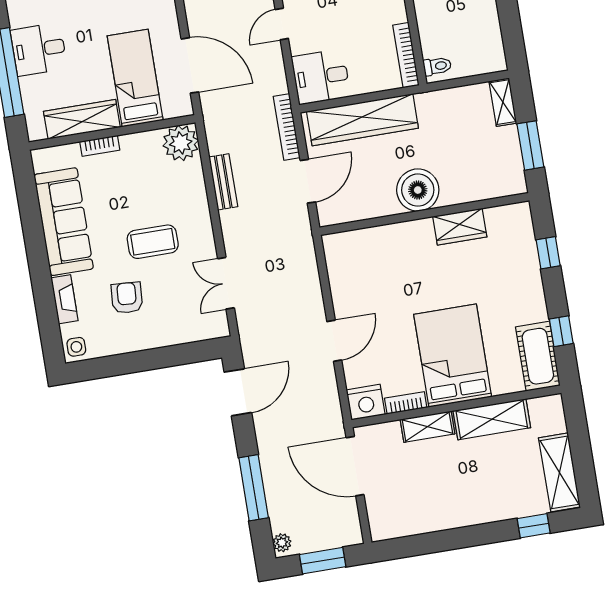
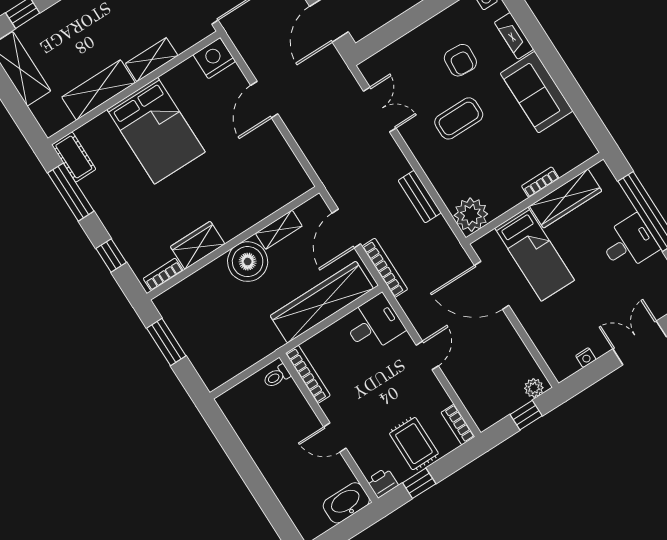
shelving: (503, 102) -> (279, 230), moved, turned 90
sofa: (64, 222) -> (537, 92), width x0.73
window: (561, 331) -> (71, 192), width x2.17
cot: (538, 356) -> (74, 157), width x0.73, depth x0.75
bookcase: (406, 403) -> (163, 274), moved, turned 180

